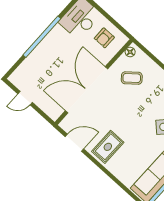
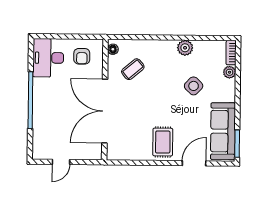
door: (74, 143) -> (194, 163), moved

